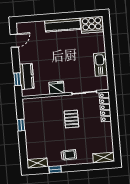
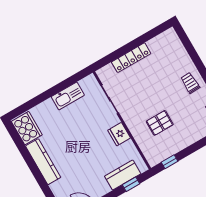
locker: (105, 107) -> (131, 58), moved
pallet: (71, 119) -> (160, 123), moved
window: (21, 125) -> (170, 162), moved
shelving: (104, 158) -> (174, 41), removed

